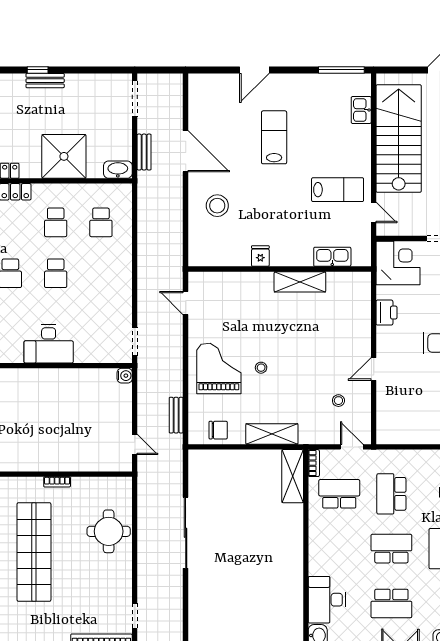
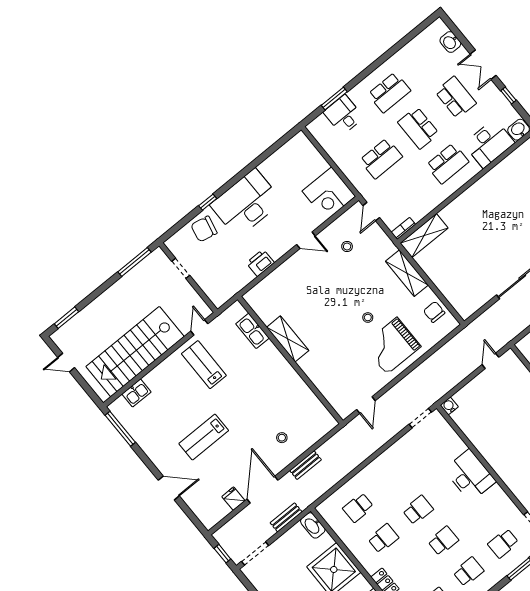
window: (158, 70) -> (222, 554), added
stool: (217, 206) -> (282, 438), width x0.53, depth x0.53
school desk: (101, 222) -> (358, 508), turned 180
fridge: (260, 256) -> (233, 499), moved, turned 90
corner desk: (398, 263) -> (329, 194), moved, turned -90
bench: (176, 415) -> (306, 465), moved
school desk: (339, 494) -> (447, 163), moved, turned -90

